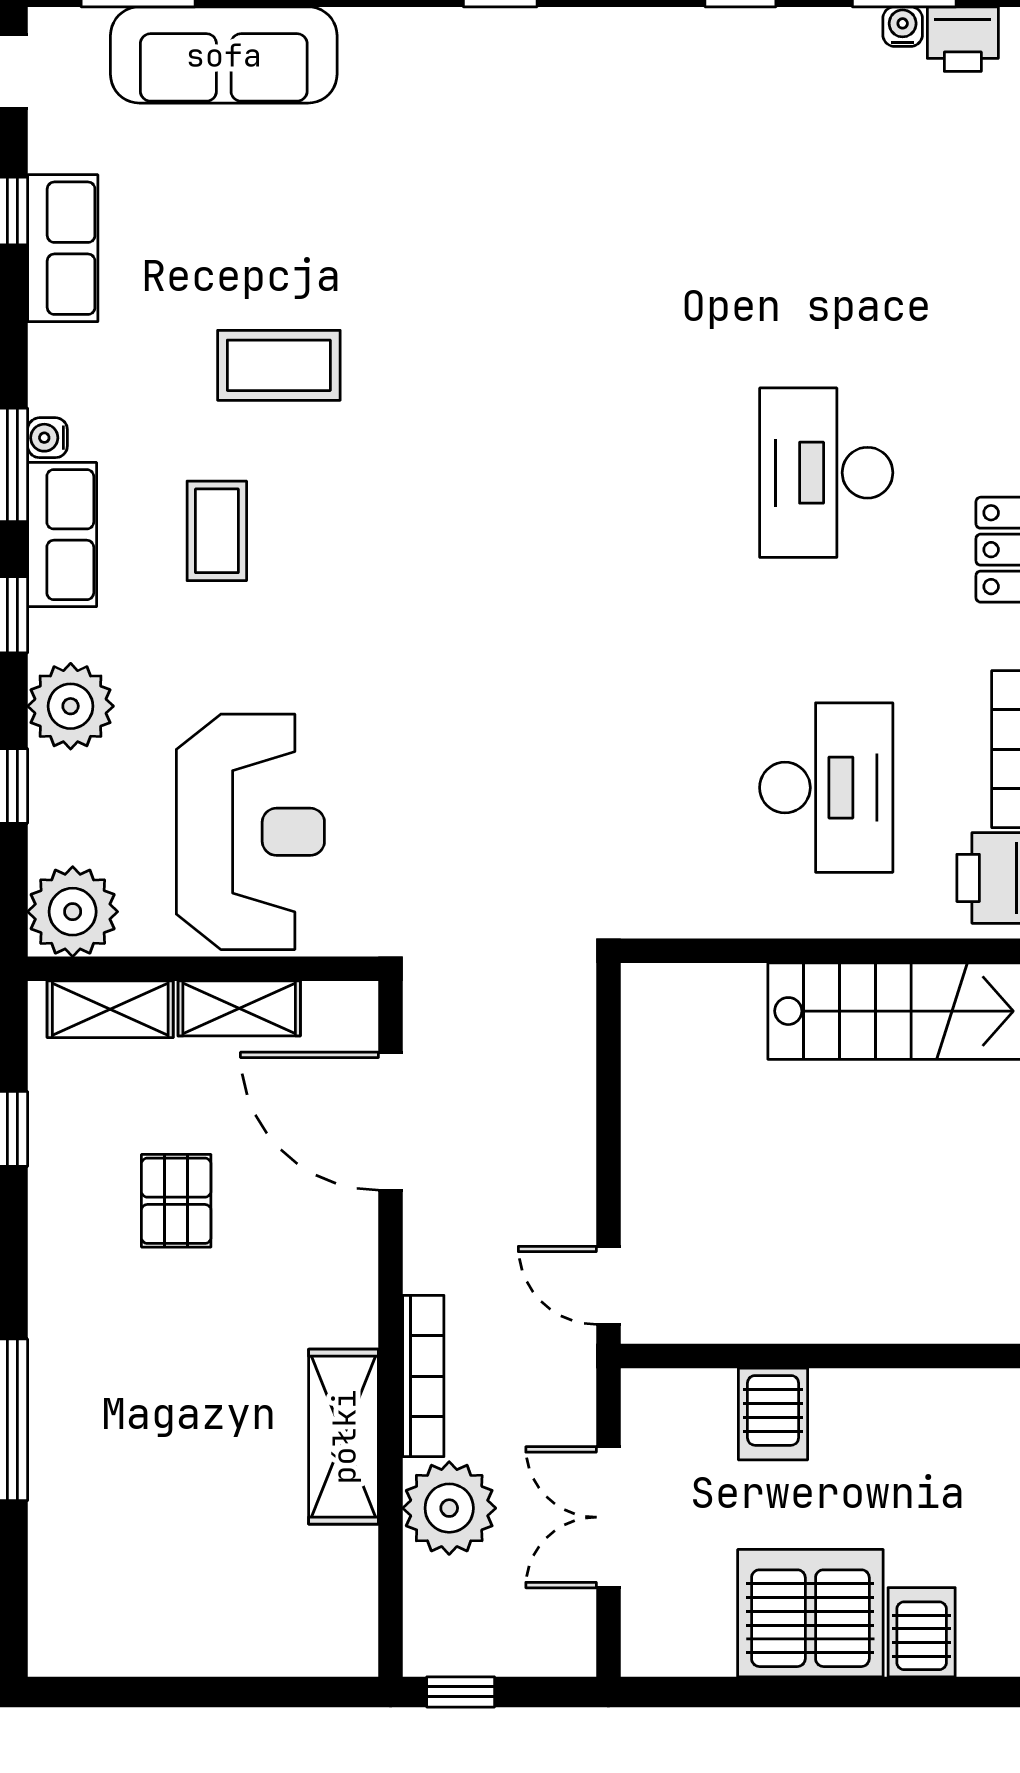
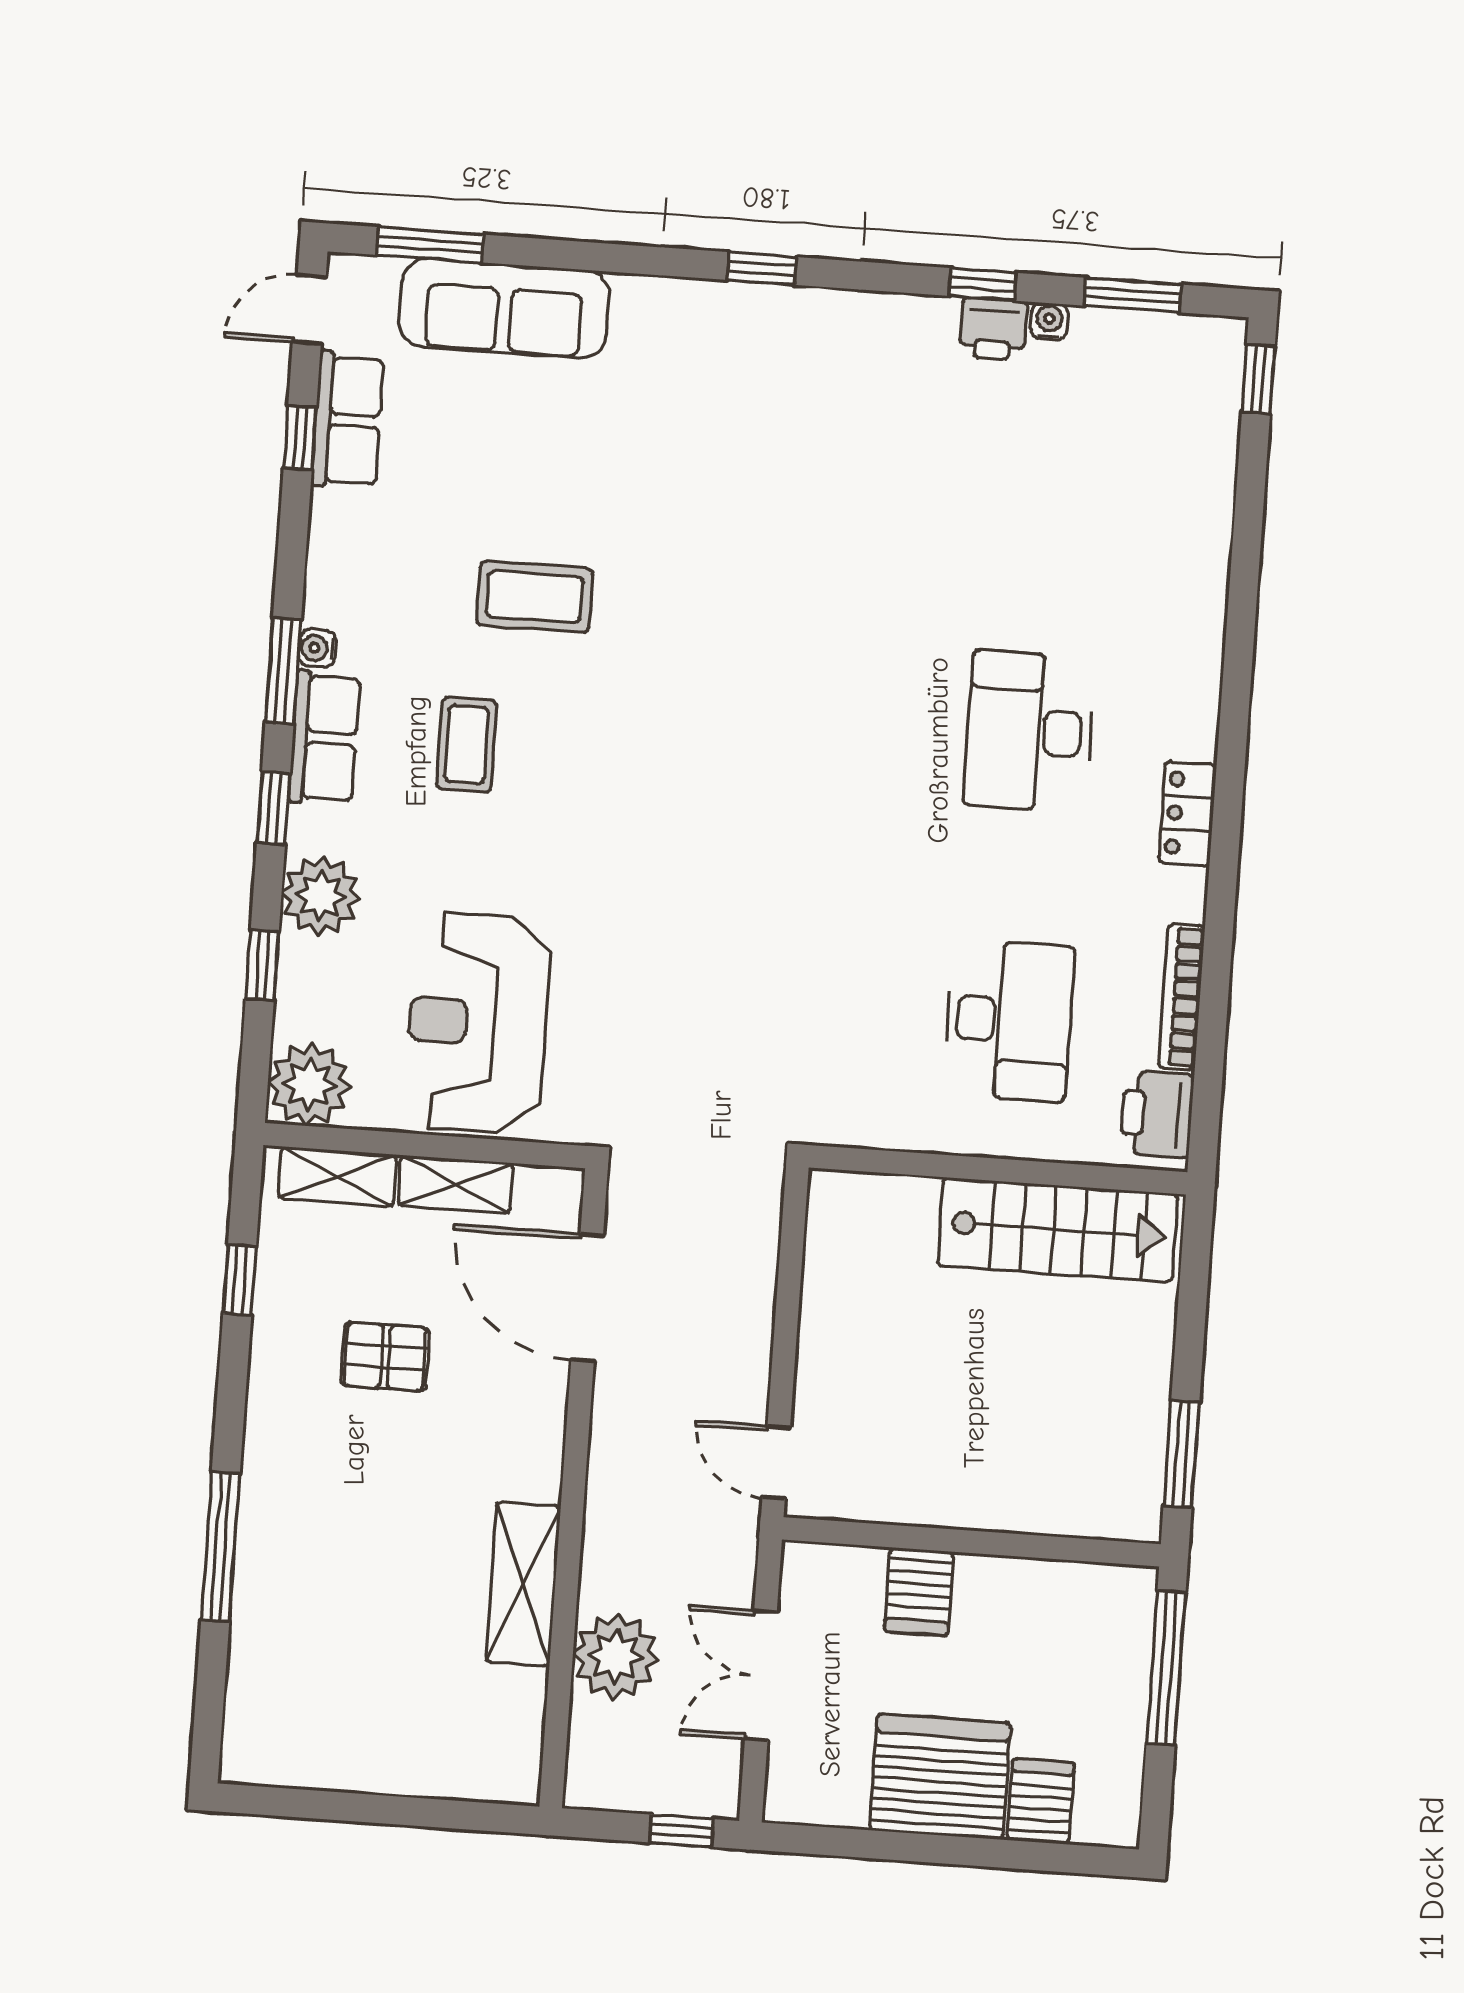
water cooler: (903, 27) -> (1049, 321), moved
printer: (963, 39) -> (993, 329), moved
row of seats: (63, 248) -> (348, 420), moved
reception desk: (250, 832) -> (478, 1023), turned 180
pallet: (176, 1201) -> (385, 1357), turned 90
bookcase: (423, 1376) -> (600, 1534), removed
window: (461, 1692) -> (681, 1831), moved

